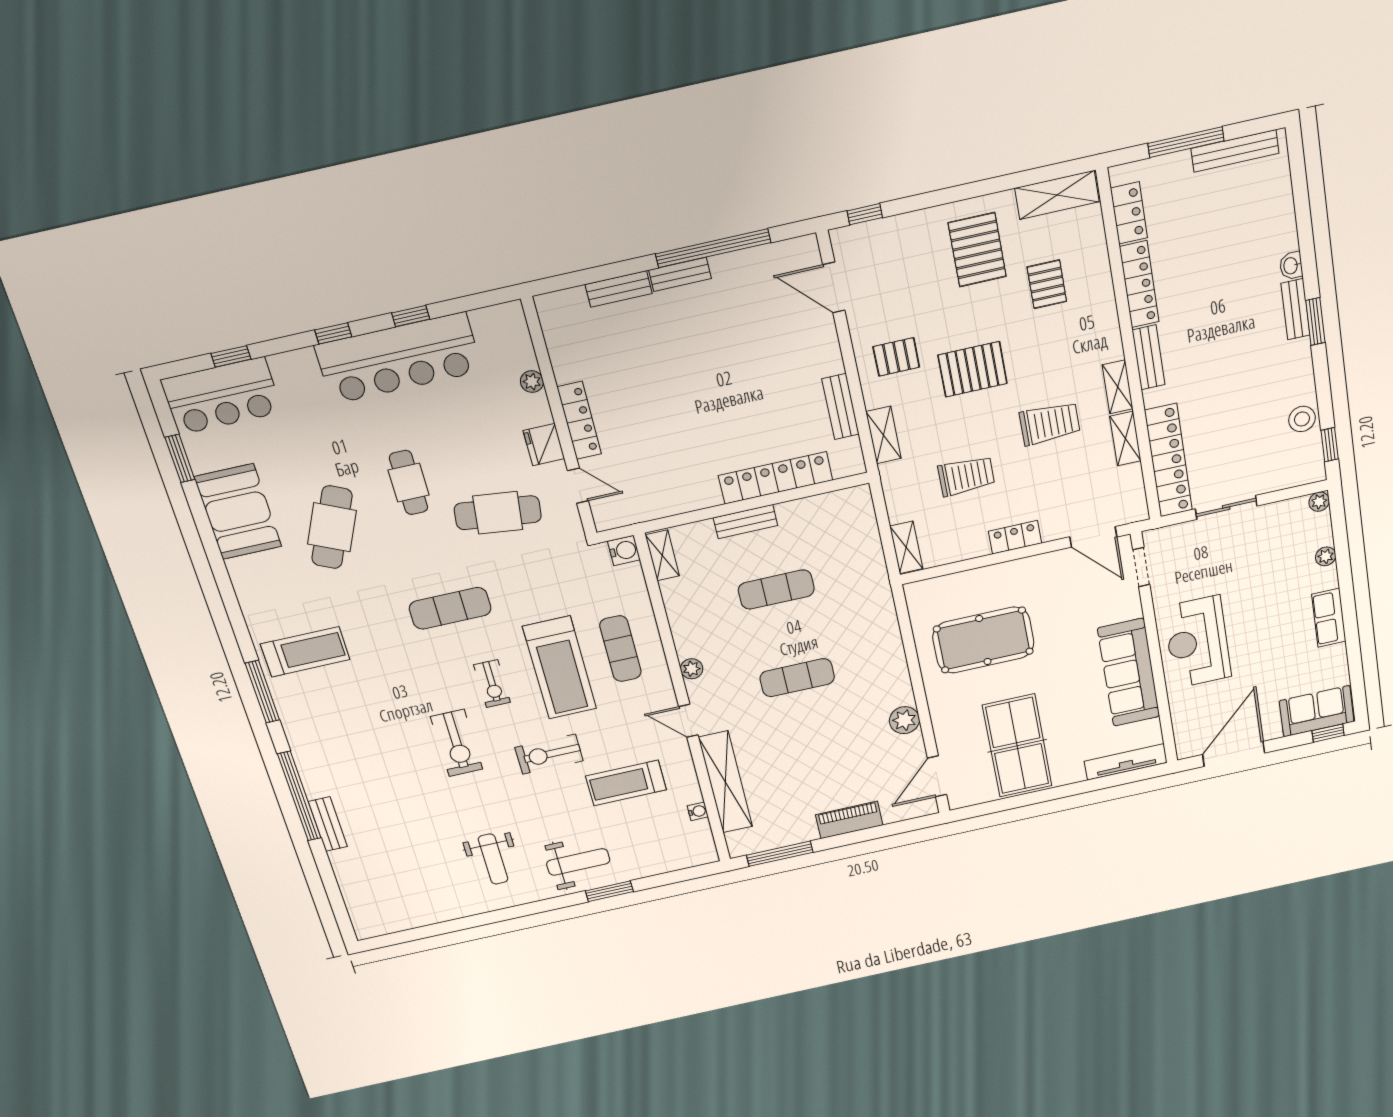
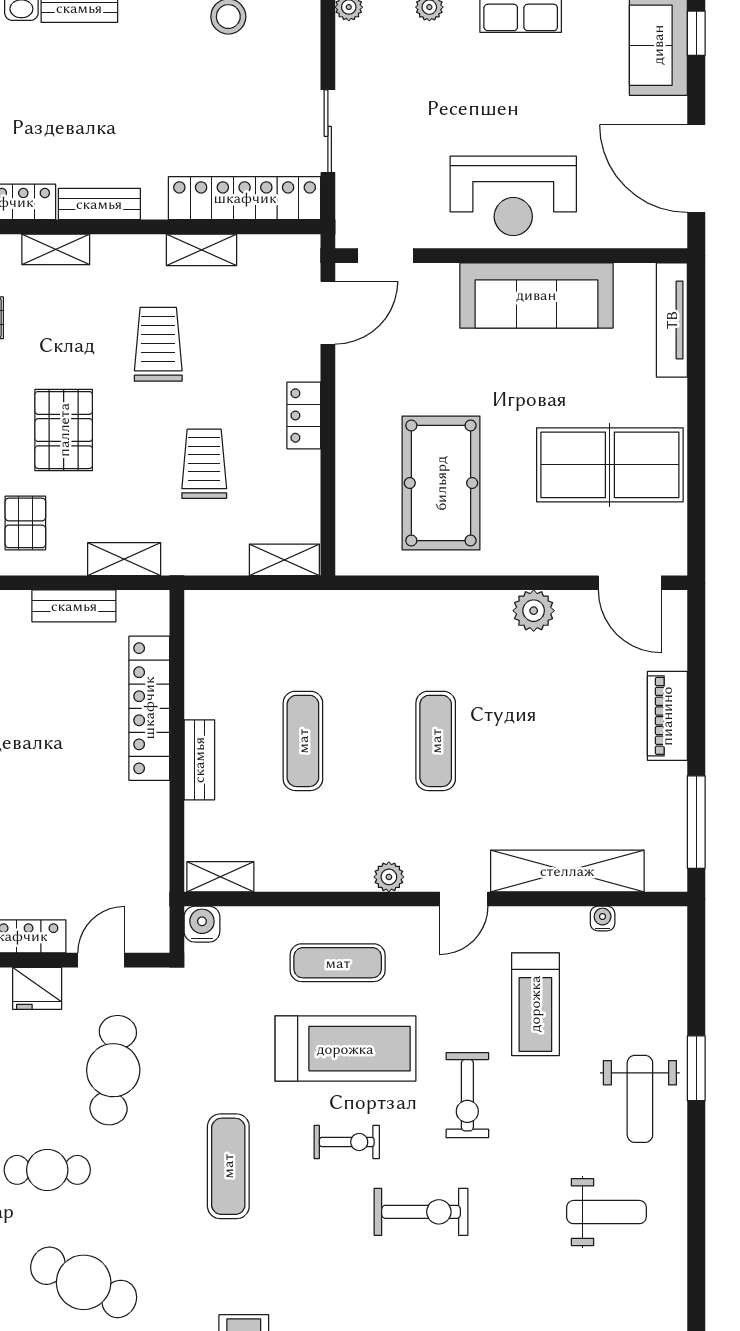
shelving: (1118, 387) -> (56, 249), moved
weight bench: (578, 862) -> (640, 1099), turned 180

